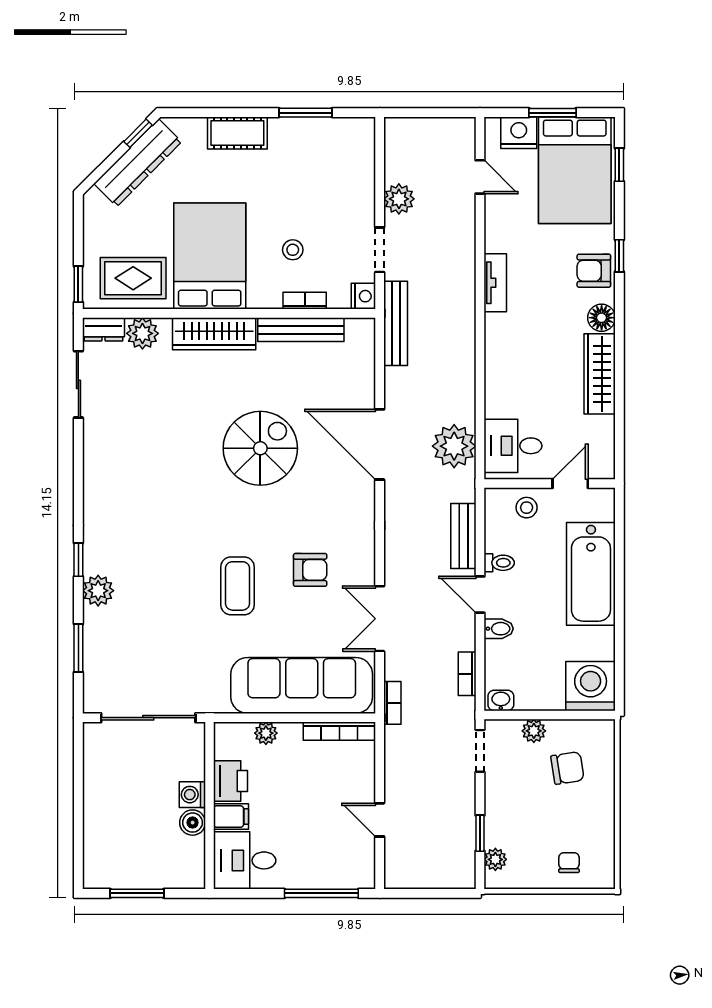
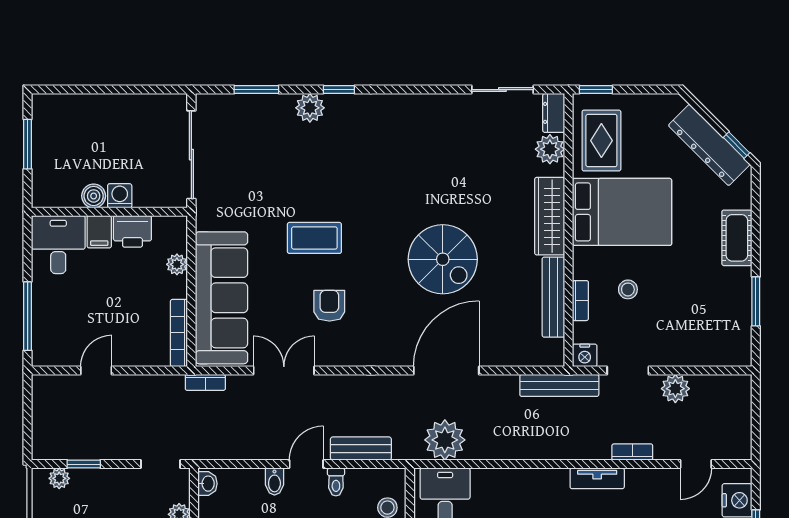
armchair: (310, 570) -> (329, 306), turned 180
bookcase: (467, 674) -> (632, 452), moved

